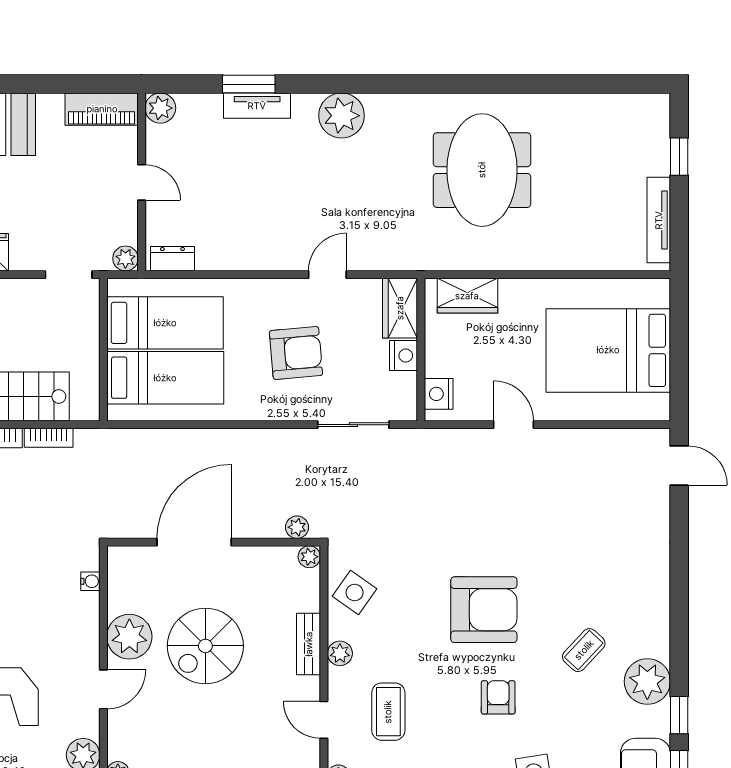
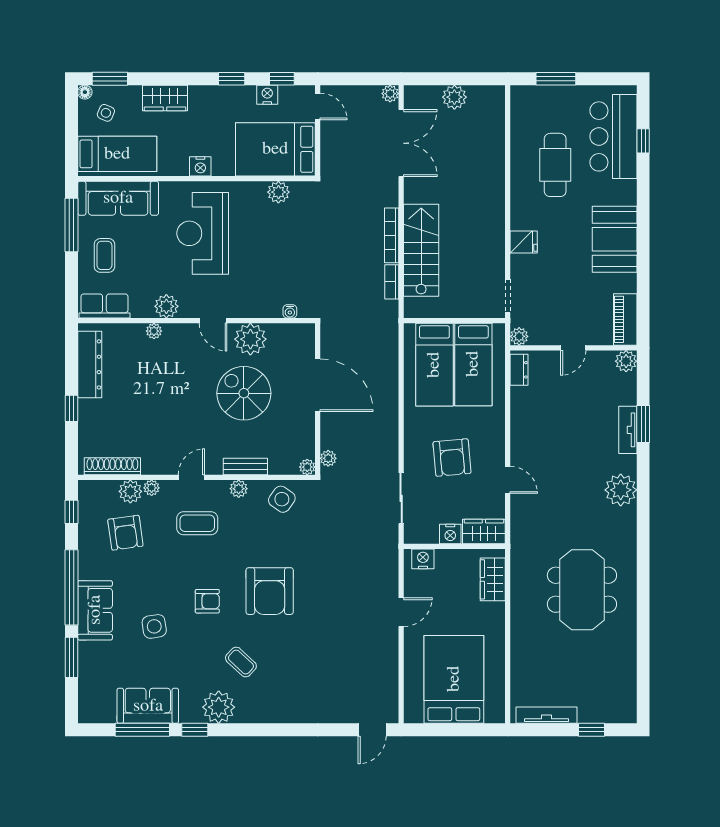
meeting table: (482, 170) -> (582, 590), turned 90

